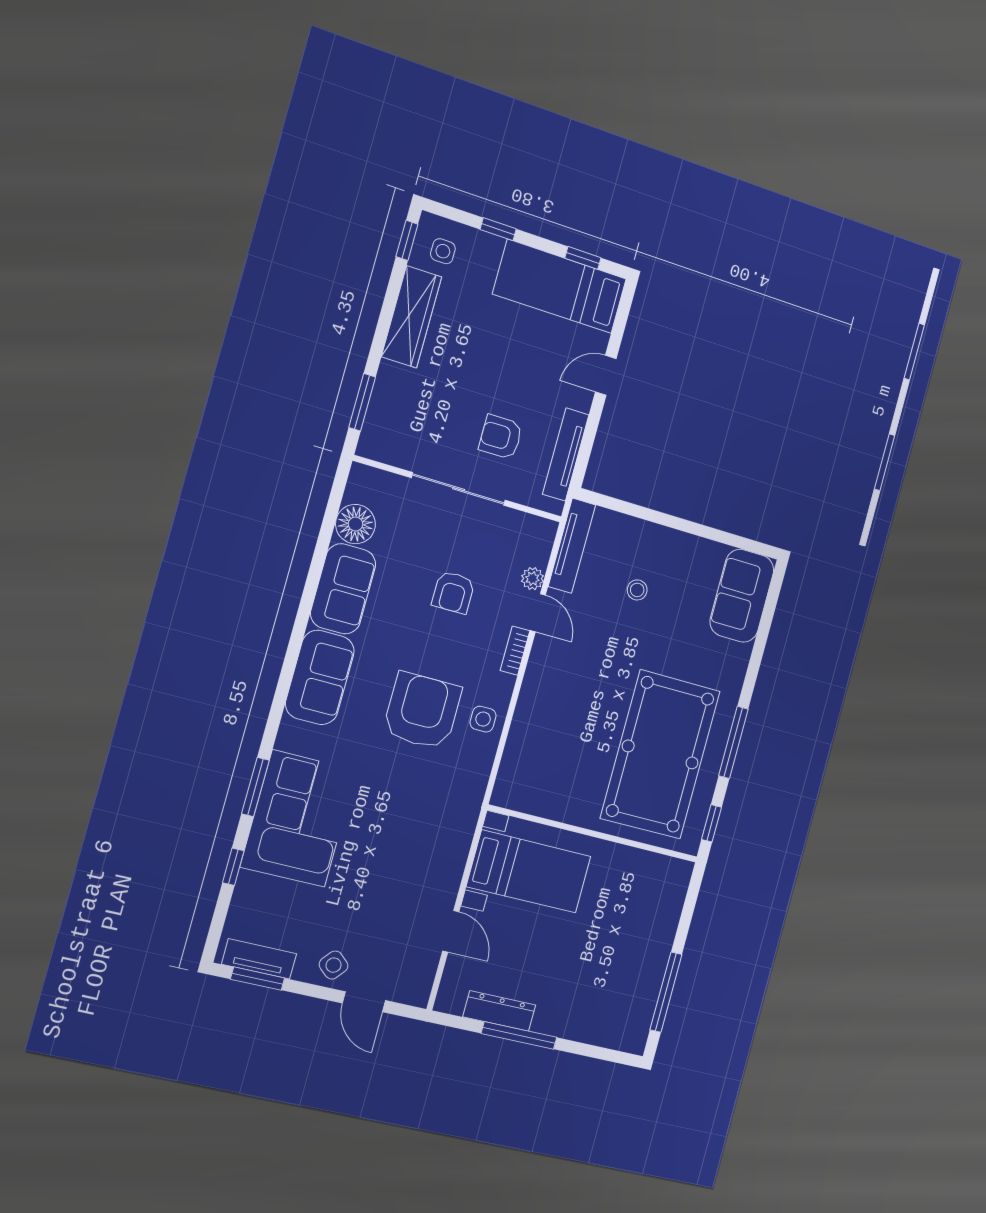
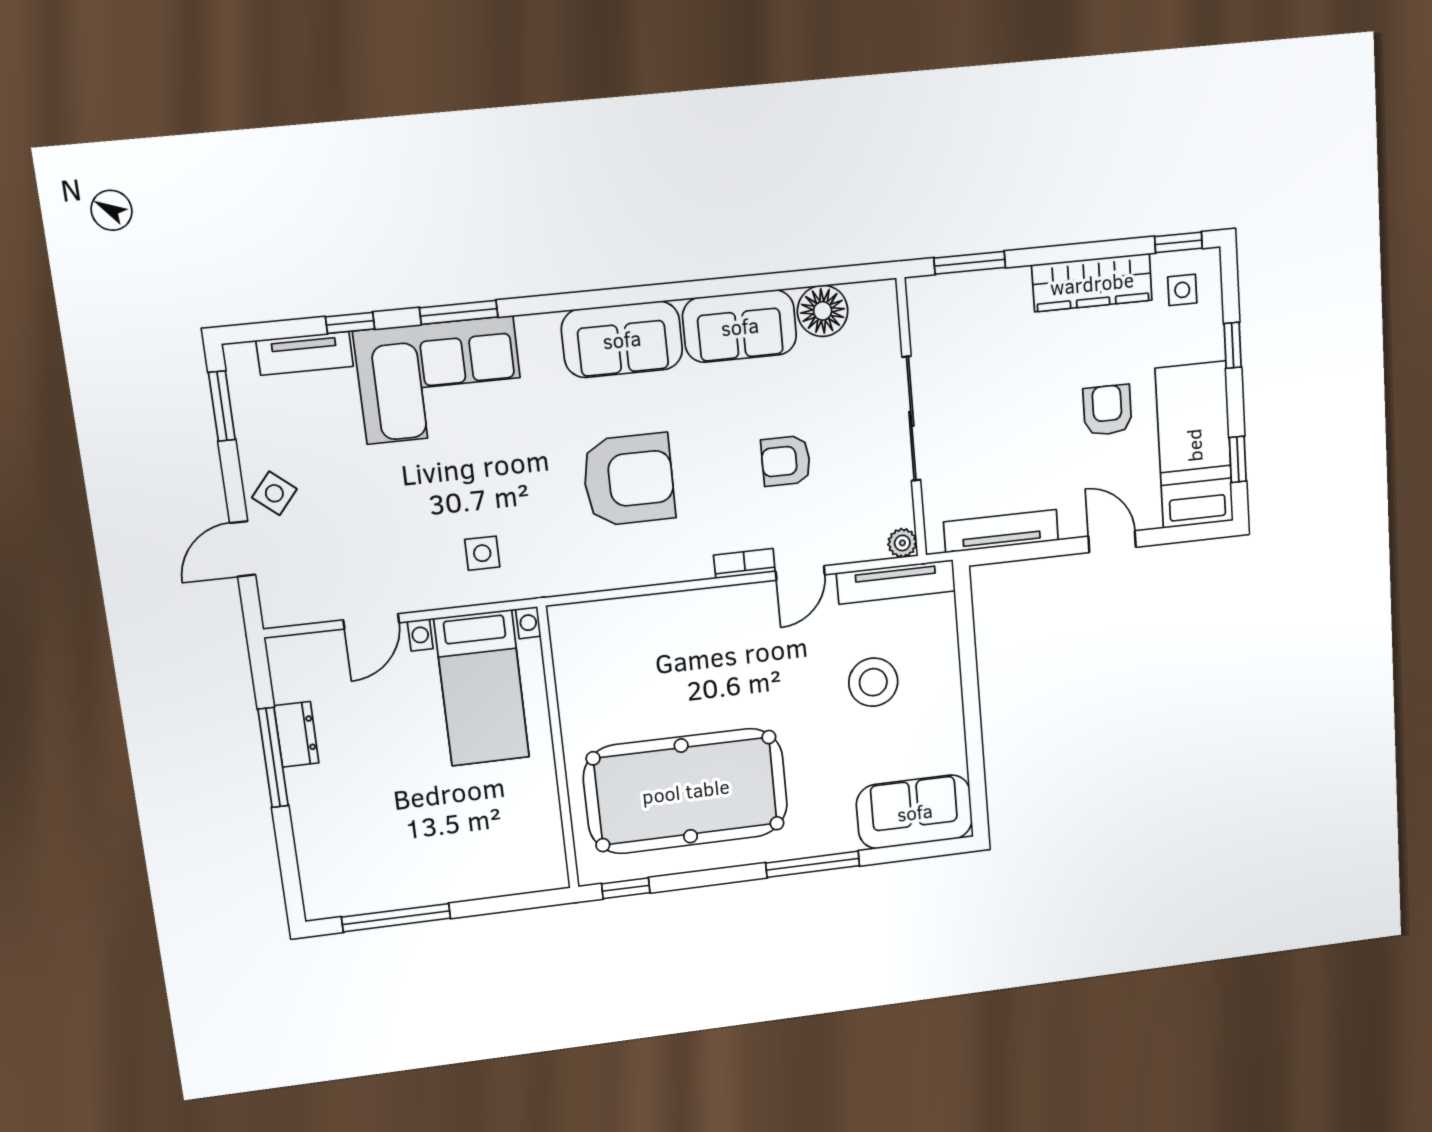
armchair: (501, 437) -> (1107, 410), moved
plant: (532, 579) -> (902, 543), moved
stool: (637, 590) -> (873, 682), width x1.89, depth x1.89
side table: (483, 719) -> (482, 553), moved
window: (733, 742) -> (813, 864), moved
tv unit: (259, 959) -> (305, 353), moved, turned 90
dresser: (499, 1011) -> (296, 734), width x0.70

